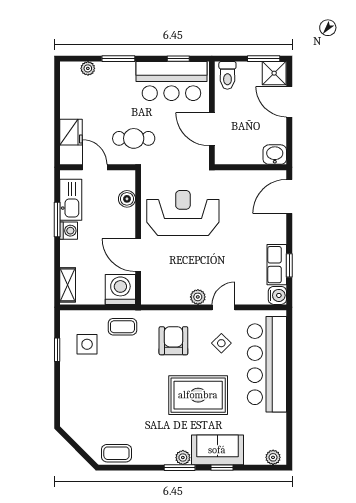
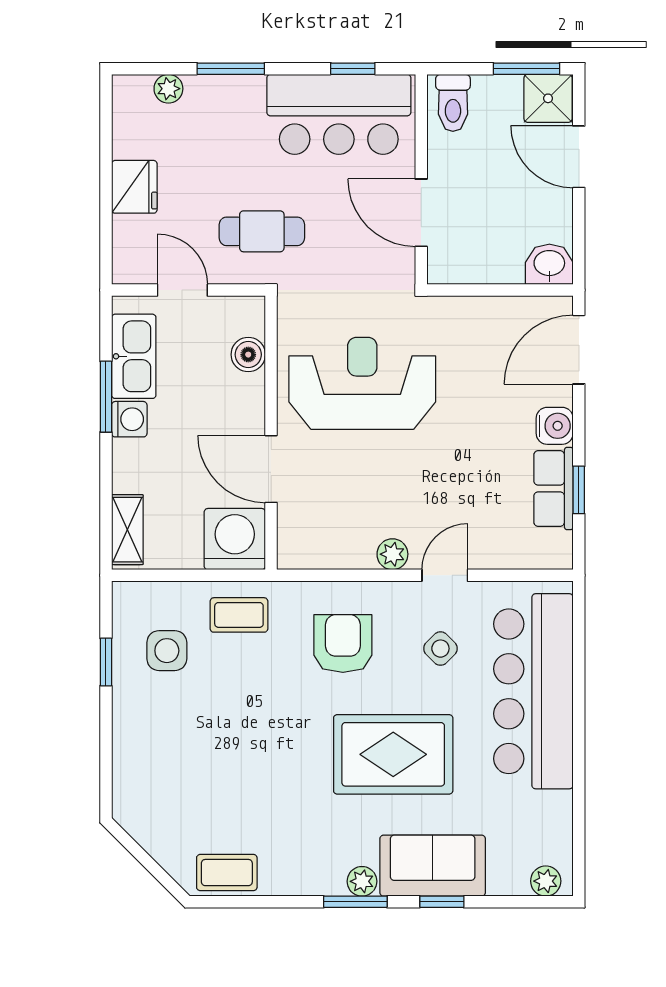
fridge: (71, 132) -> (134, 187), moved
water cooler: (277, 295) -> (555, 426), moved

